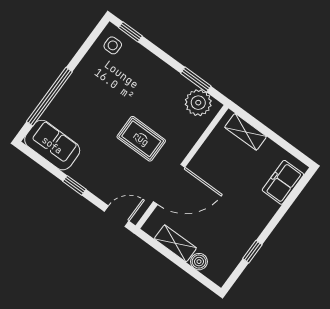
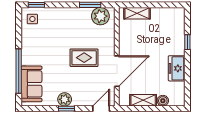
sofa: (52, 145) -> (31, 84), moved, turned 90
plant: (80, 172) -> (65, 99), added
freezer: (283, 182) -> (177, 68), moved
window: (252, 252) -> (187, 42), moved

